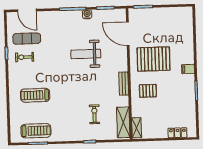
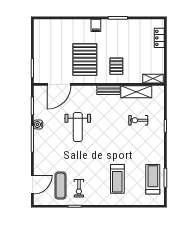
shelving: (123, 122) -> (136, 92), moved

